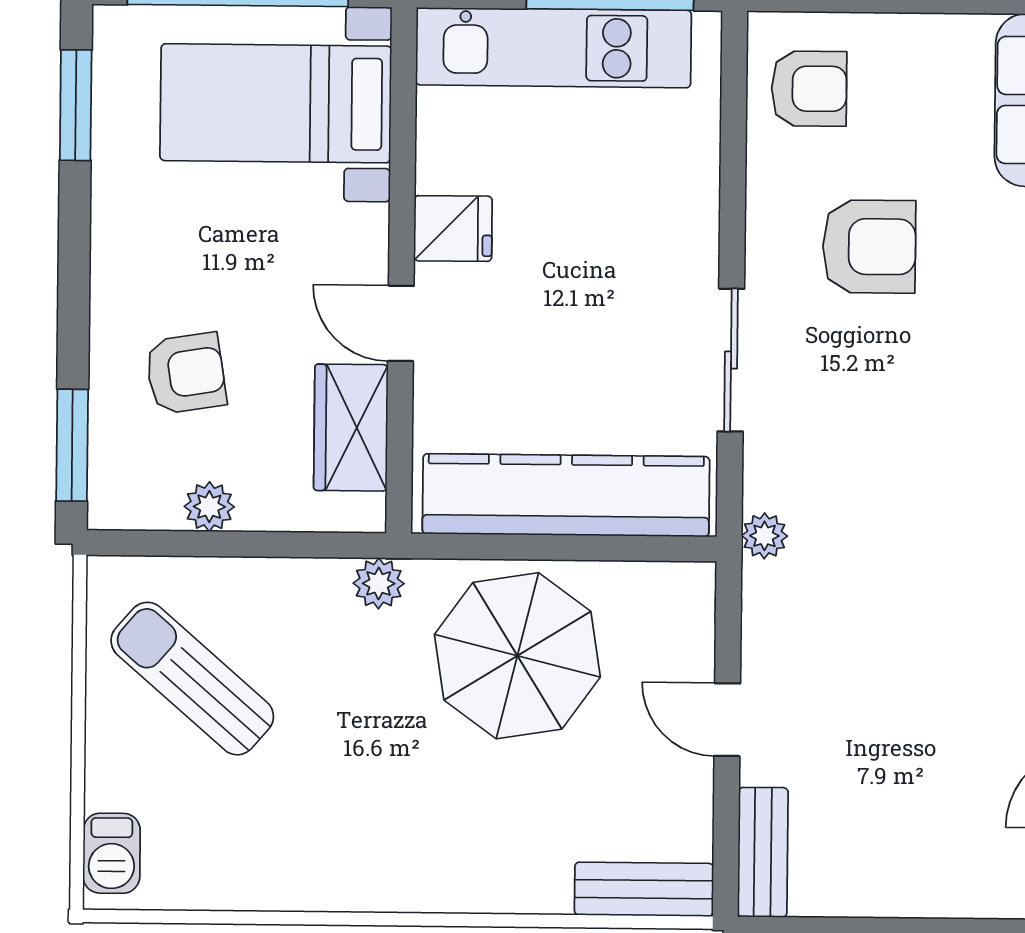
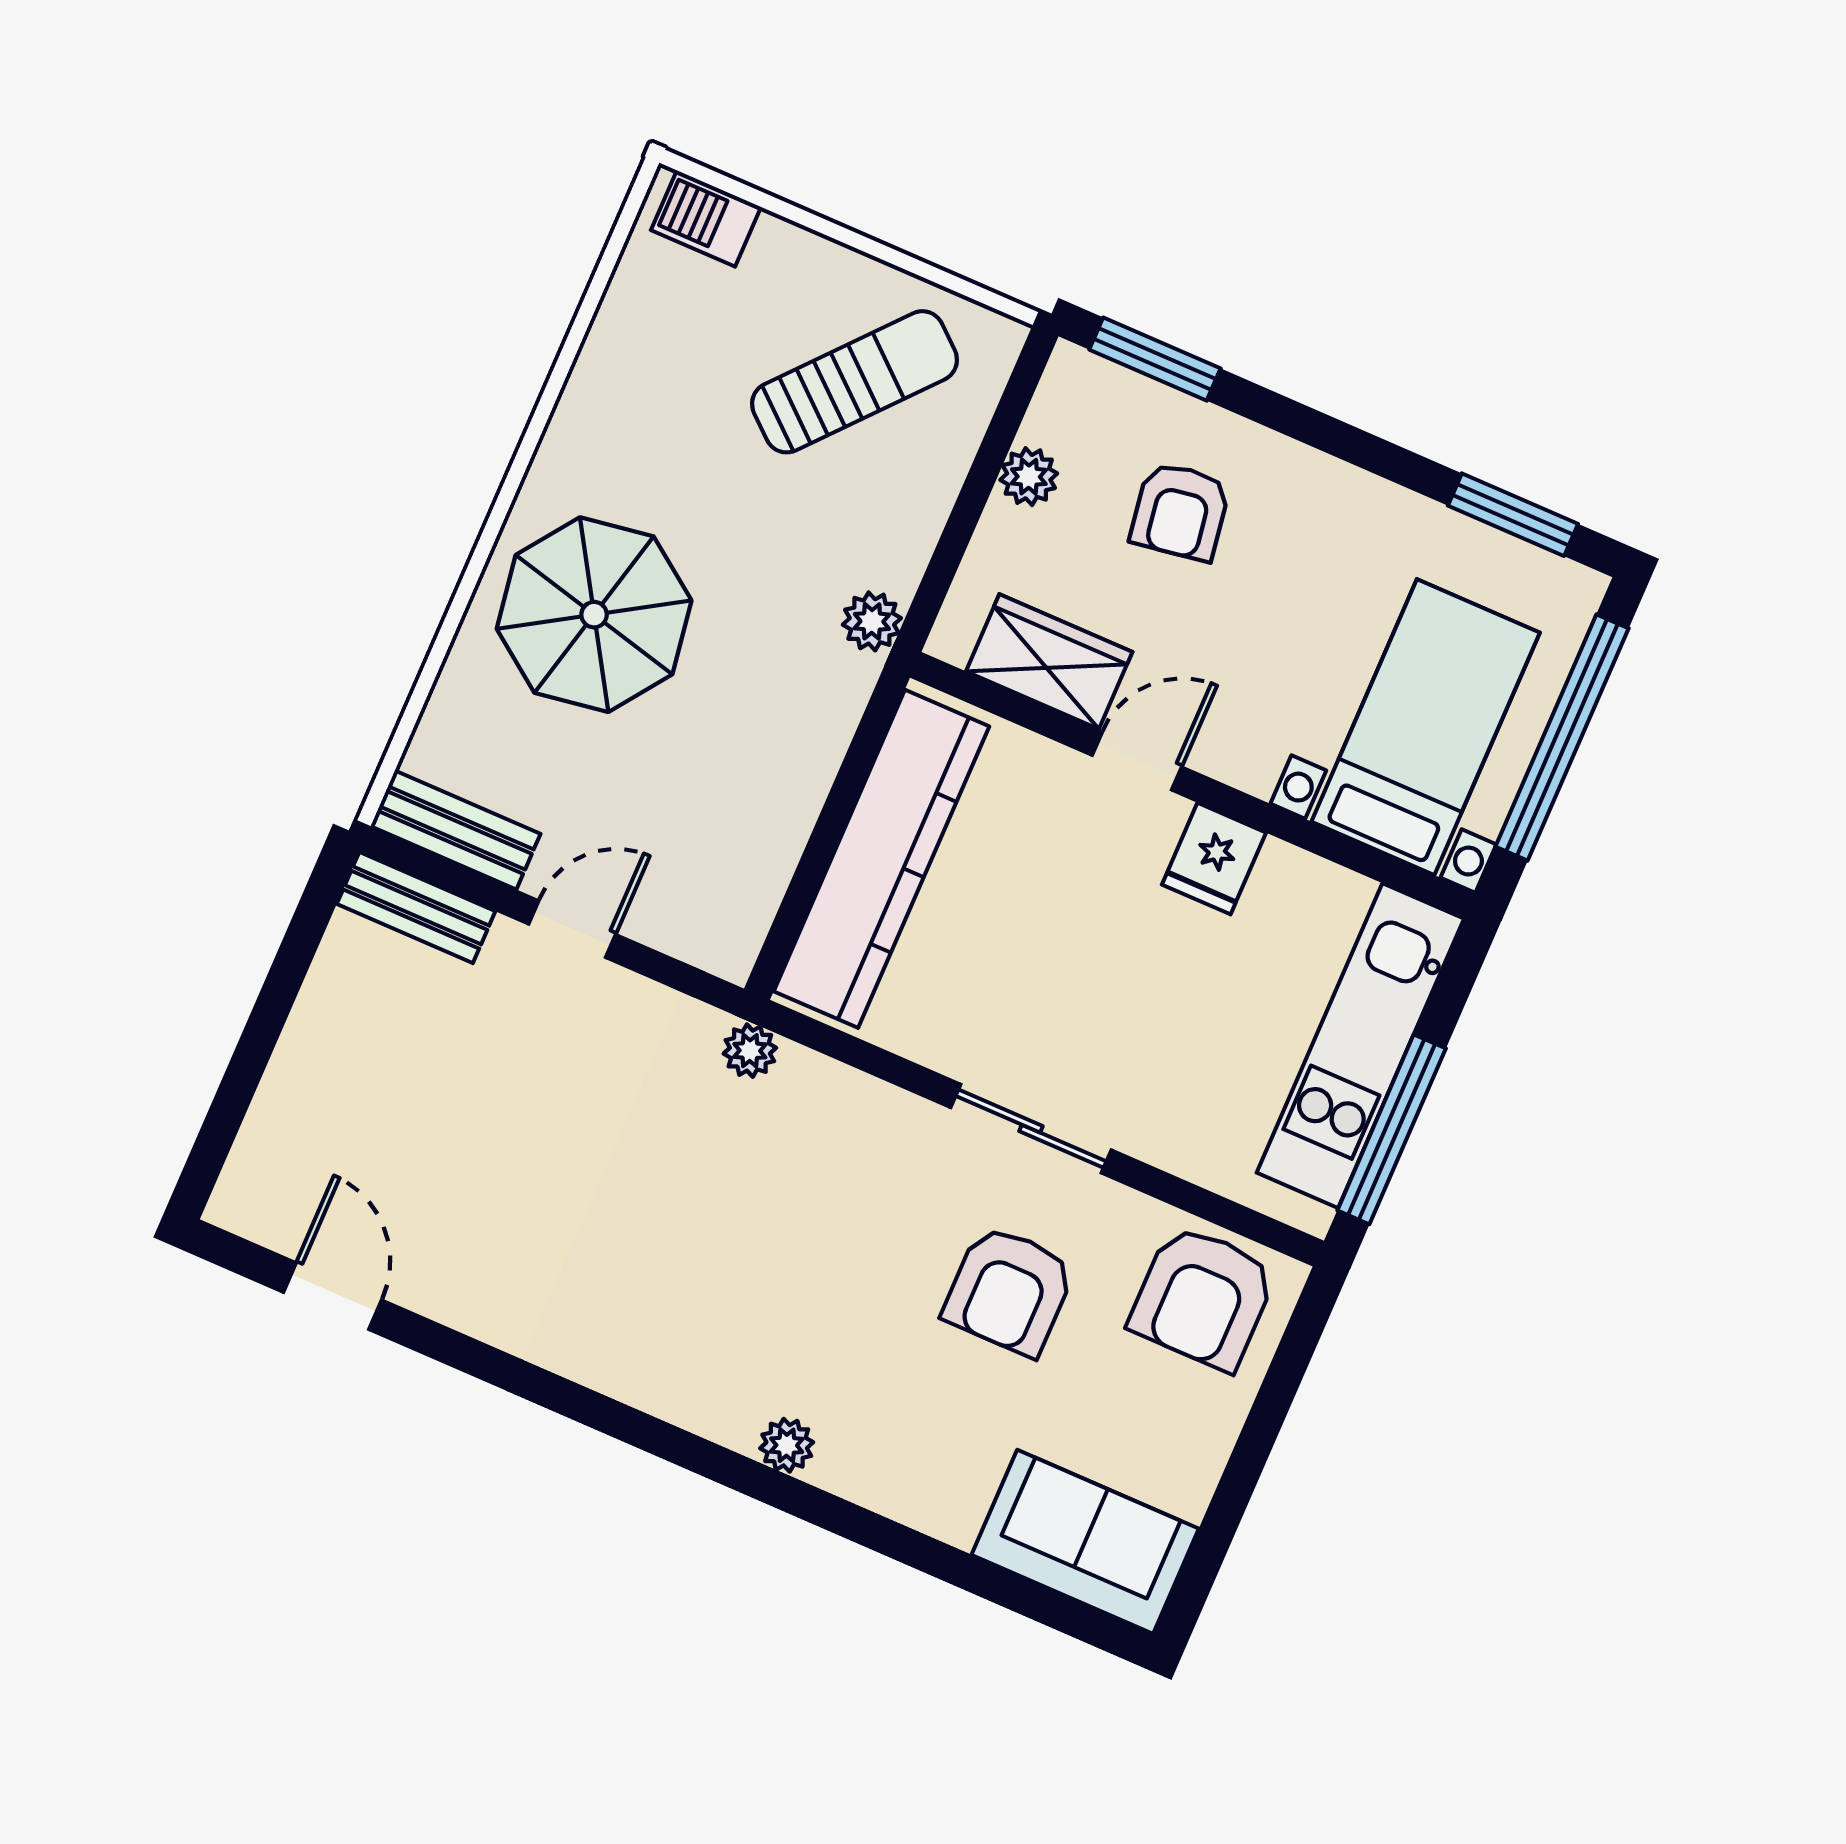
armchair: (809, 89) -> (1203, 1297), width x1.38, depth x1.38
sliding door: (731, 360) -> (1031, 1129), moved
parasol: (517, 656) -> (594, 615), moved
bench: (644, 889) -> (455, 830), moved, turned 90

